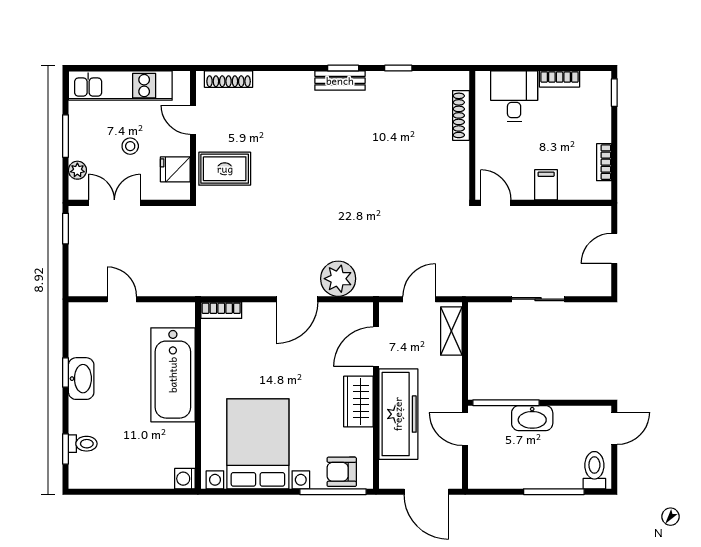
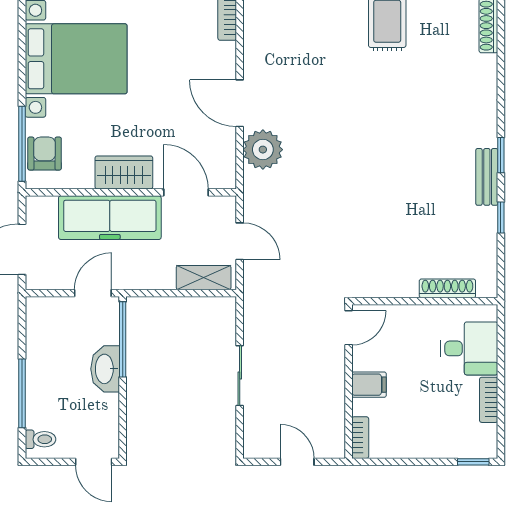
bench: (340, 81) -> (487, 177), moved
bookcase: (604, 162) -> (360, 438), moved, turned 90
toilet: (594, 470) -> (40, 439), width x0.73, depth x0.72

